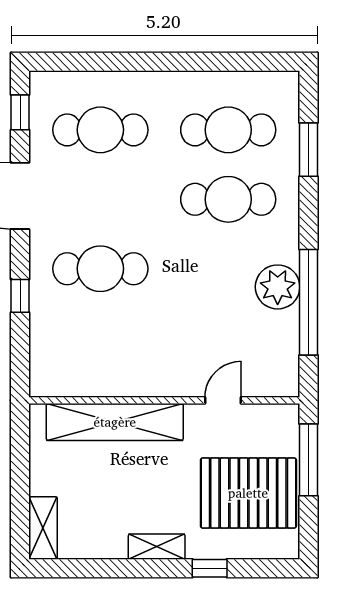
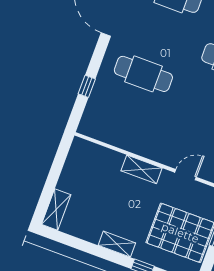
window: (20, 296) -> (87, 86), moved
shelving: (115, 422) -> (142, 169), width x0.45, depth x0.75

